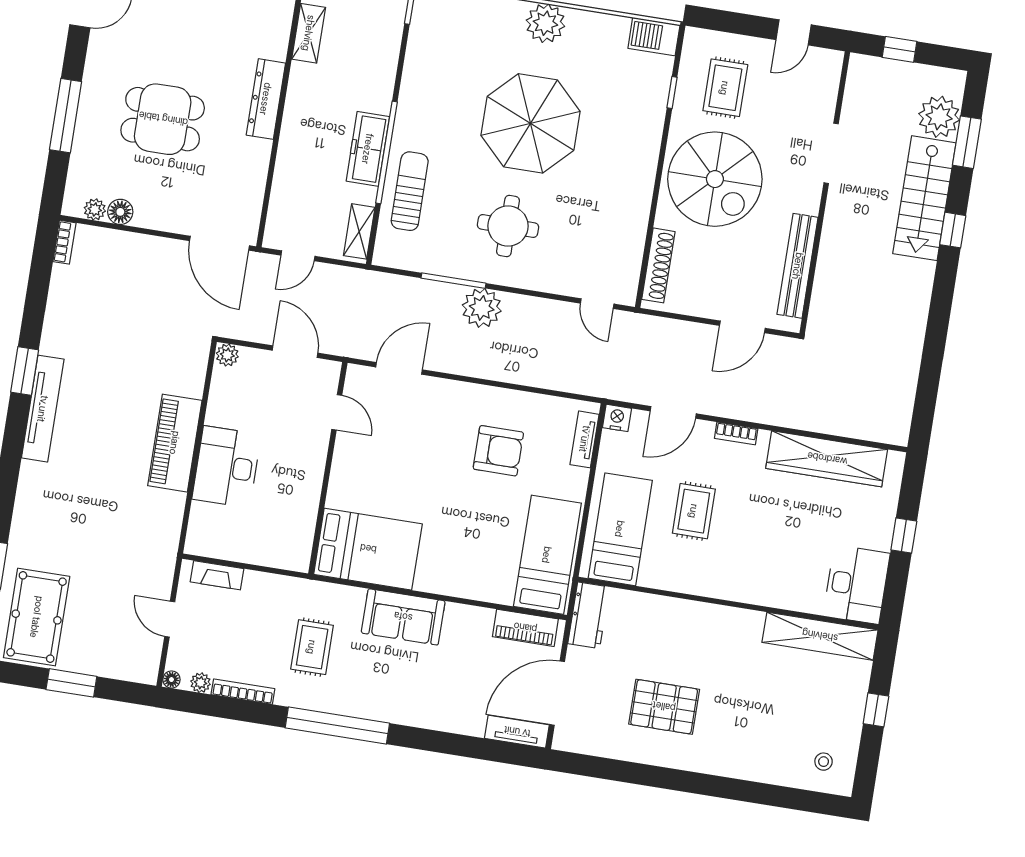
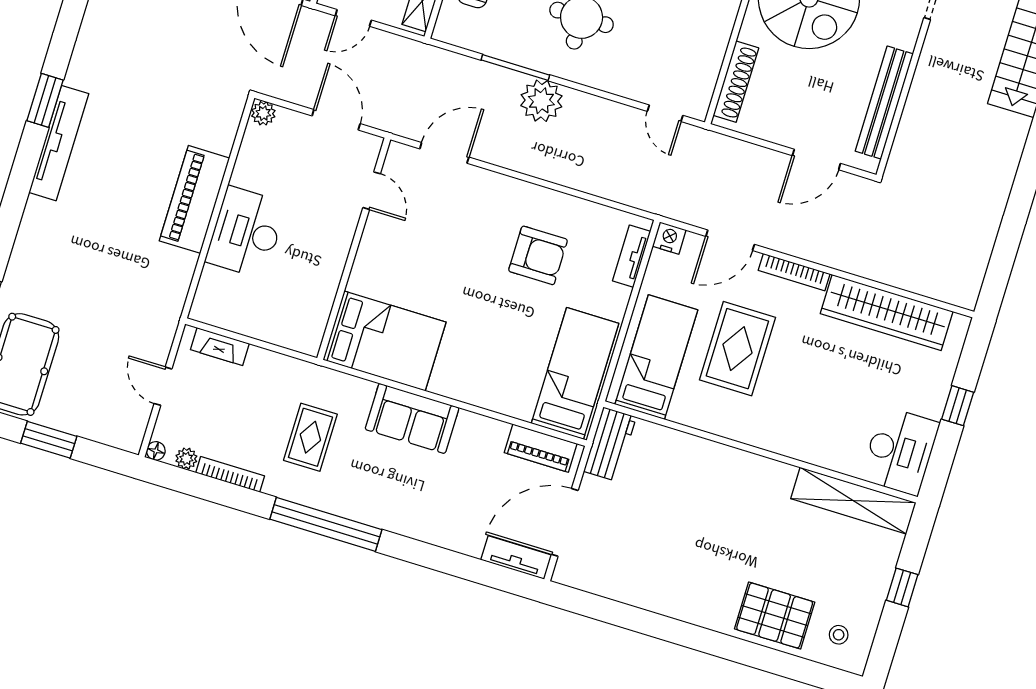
bookcase: (736, 433) -> (794, 272), width x1.56
rug: (694, 511) -> (737, 349), width x1.36, depth x1.43
pallet: (664, 707) -> (775, 616), moved

